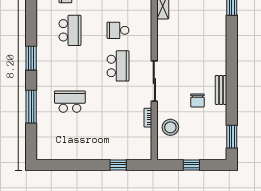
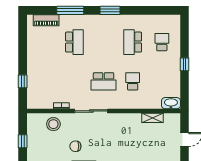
school desk: (70, 30) -> (133, 42), turned 90
piano: (43, 136) -> (46, 20), added

